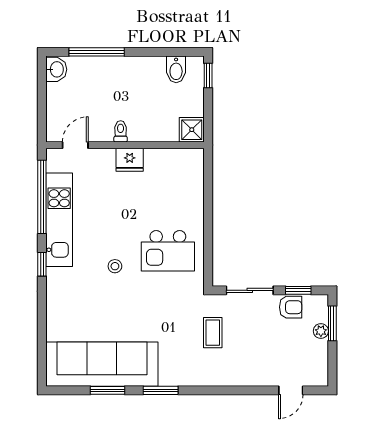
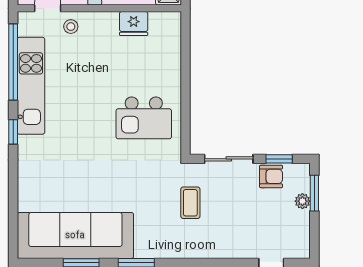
fridge: (130, 160) -> (134, 23), moved
stool: (115, 266) -> (71, 27), moved

